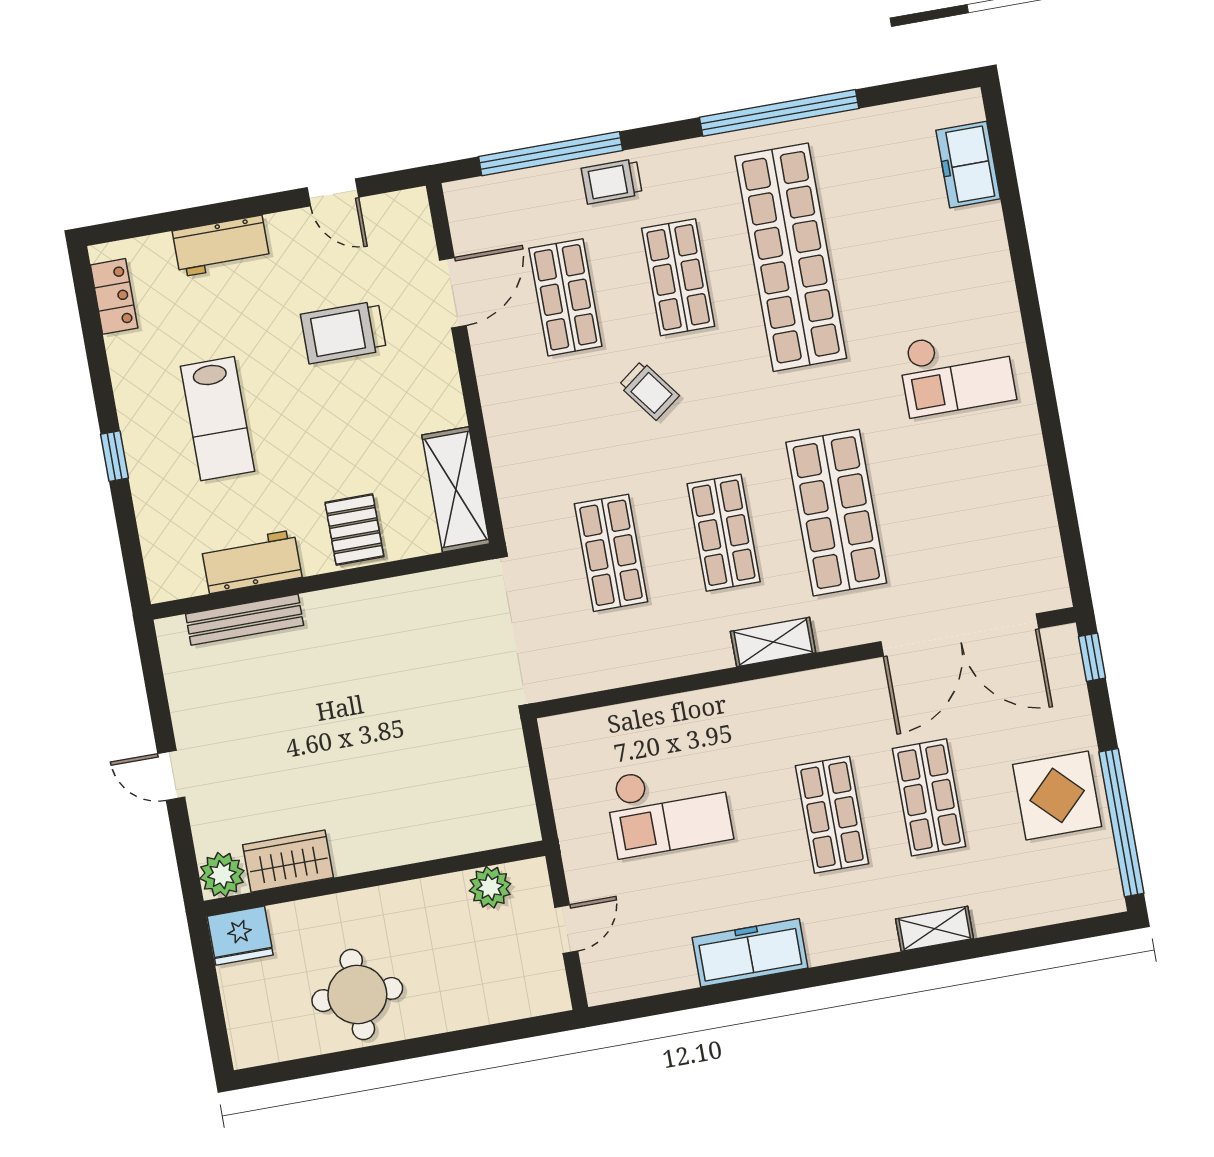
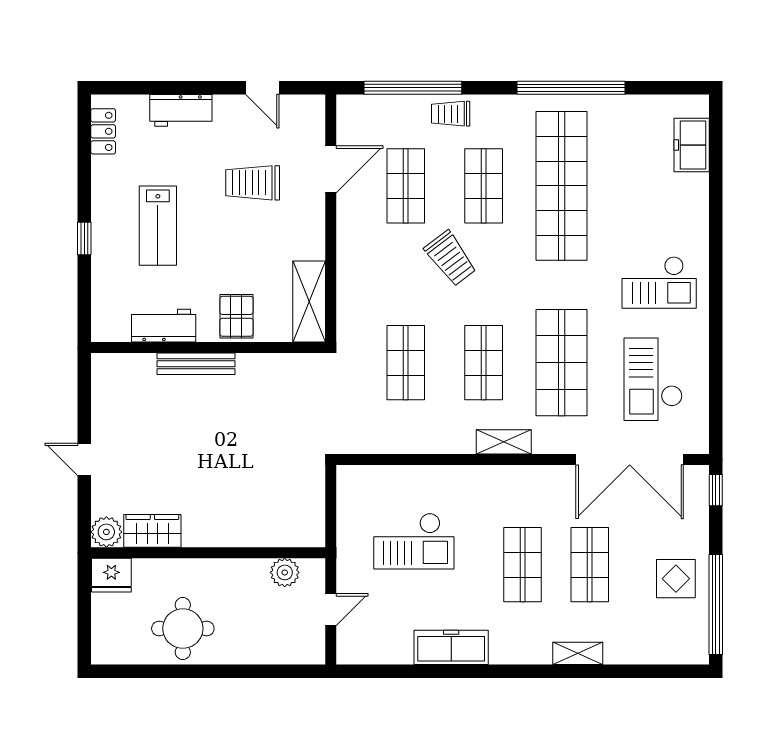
trolley: (649, 390) -> (450, 258), width x1.36, depth x1.39
checkout: (973, 513) -> (653, 379), added
bench: (245, 620) -> (196, 364), moved
display table: (1057, 795) -> (676, 579), width x0.73, depth x0.73

